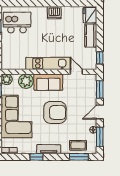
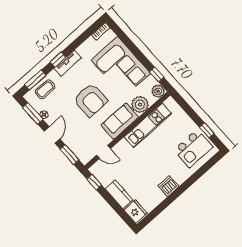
kitchen unit: (48, 63) -> (148, 125), moved
armchair: (55, 112) -> (91, 100), turned -90
window: (36, 157) -> (58, 60), moved

